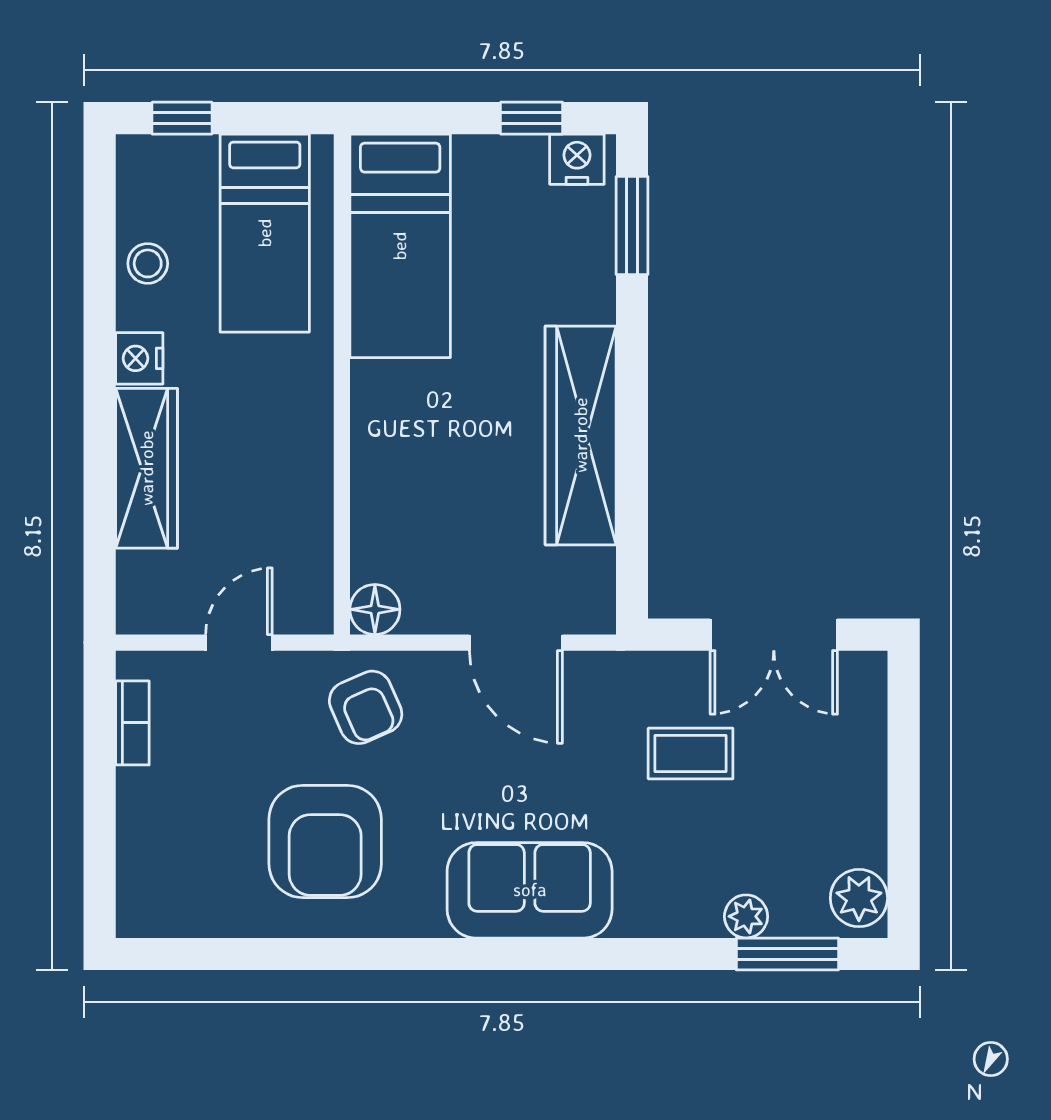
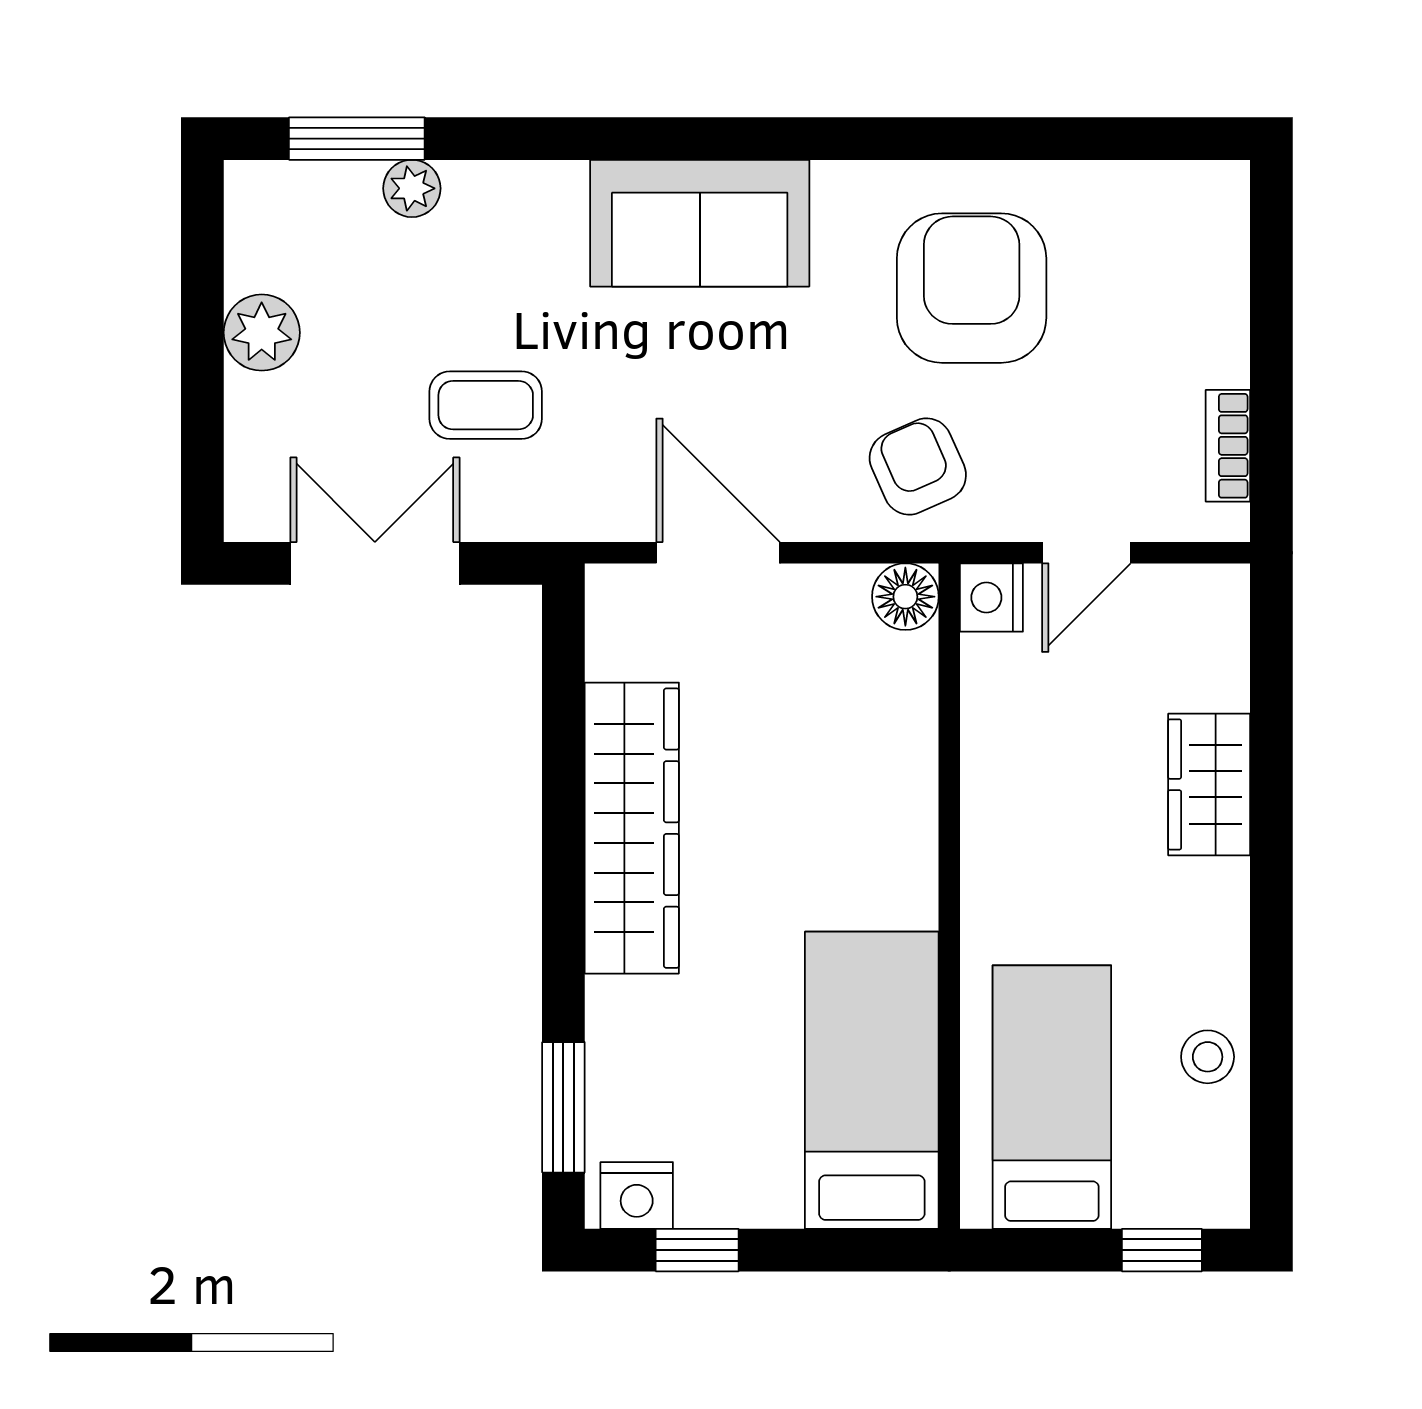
nightstand: (139, 358) -> (991, 598), moved, turned 180
wardrobe: (147, 468) -> (1209, 784), width x0.67
plant: (859, 898) -> (262, 333), moved

